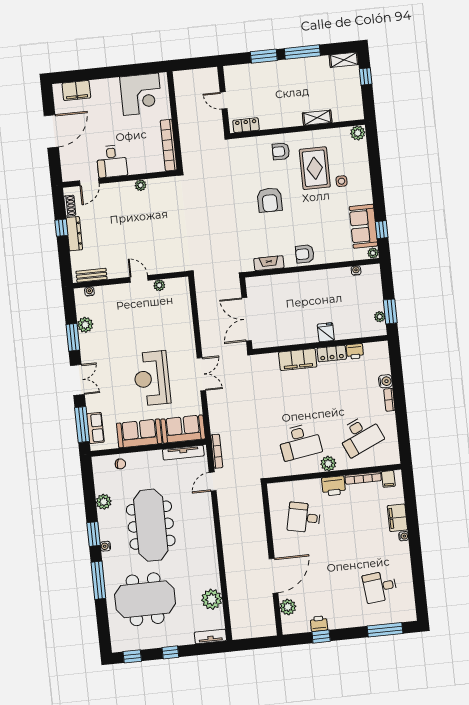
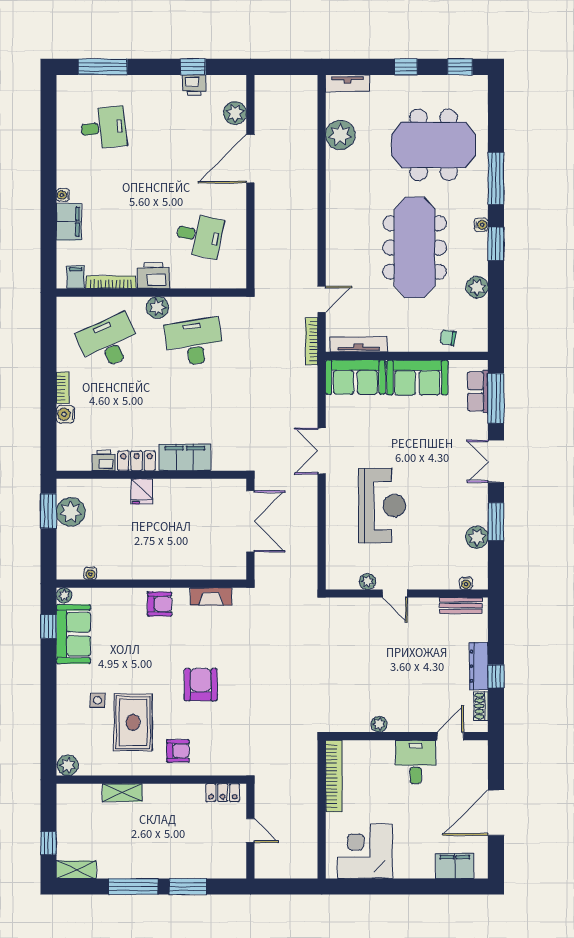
plant: (380, 317) -> (71, 512), width x1.88, depth x1.88
reception desk: (152, 378) -> (382, 506), moved

